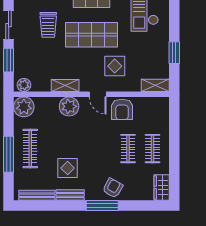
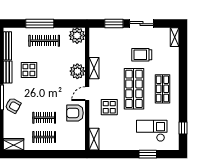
window: (174, 53) -> (148, 154), moved
plant: (24, 85) -> (94, 36), removed

